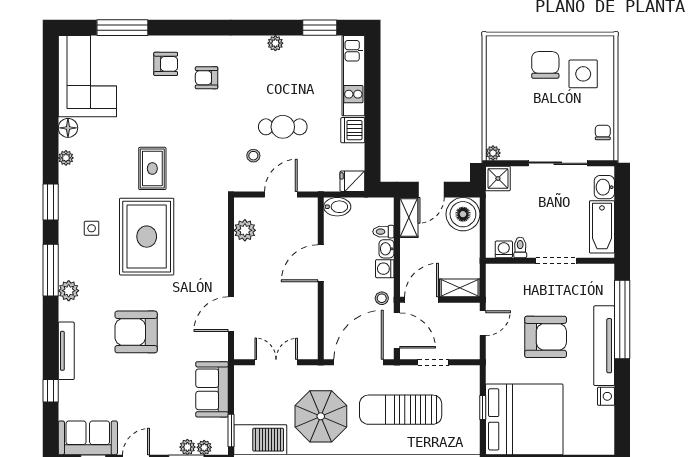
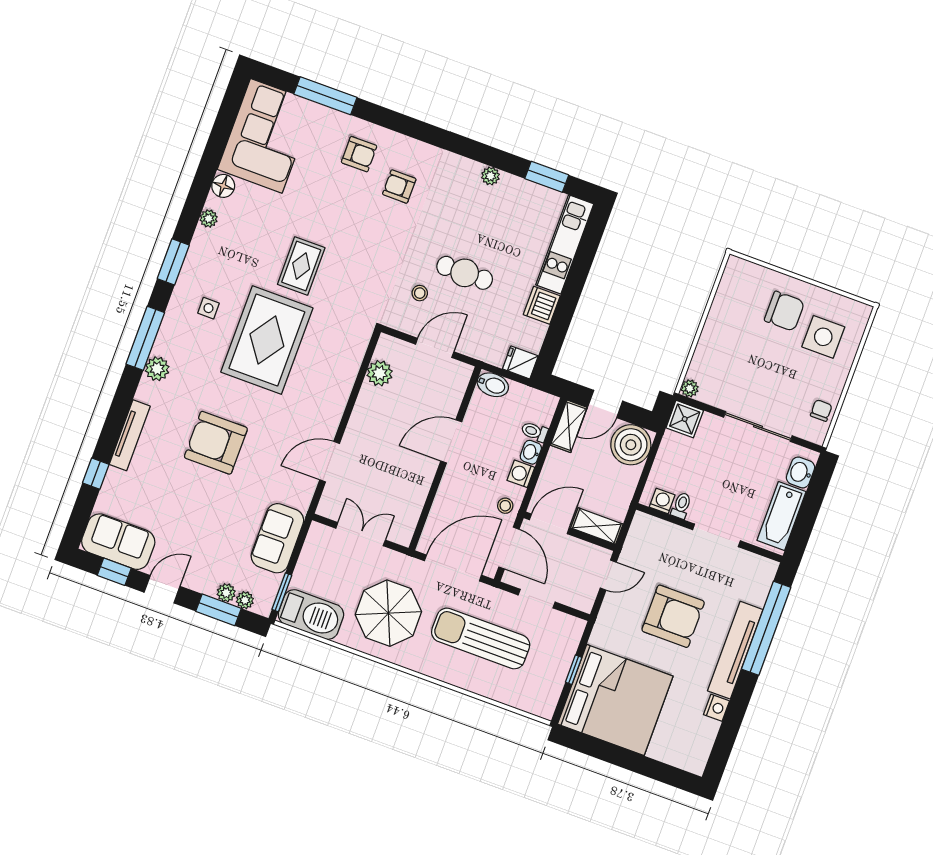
chair: (545, 65) -> (784, 311), turned 90

